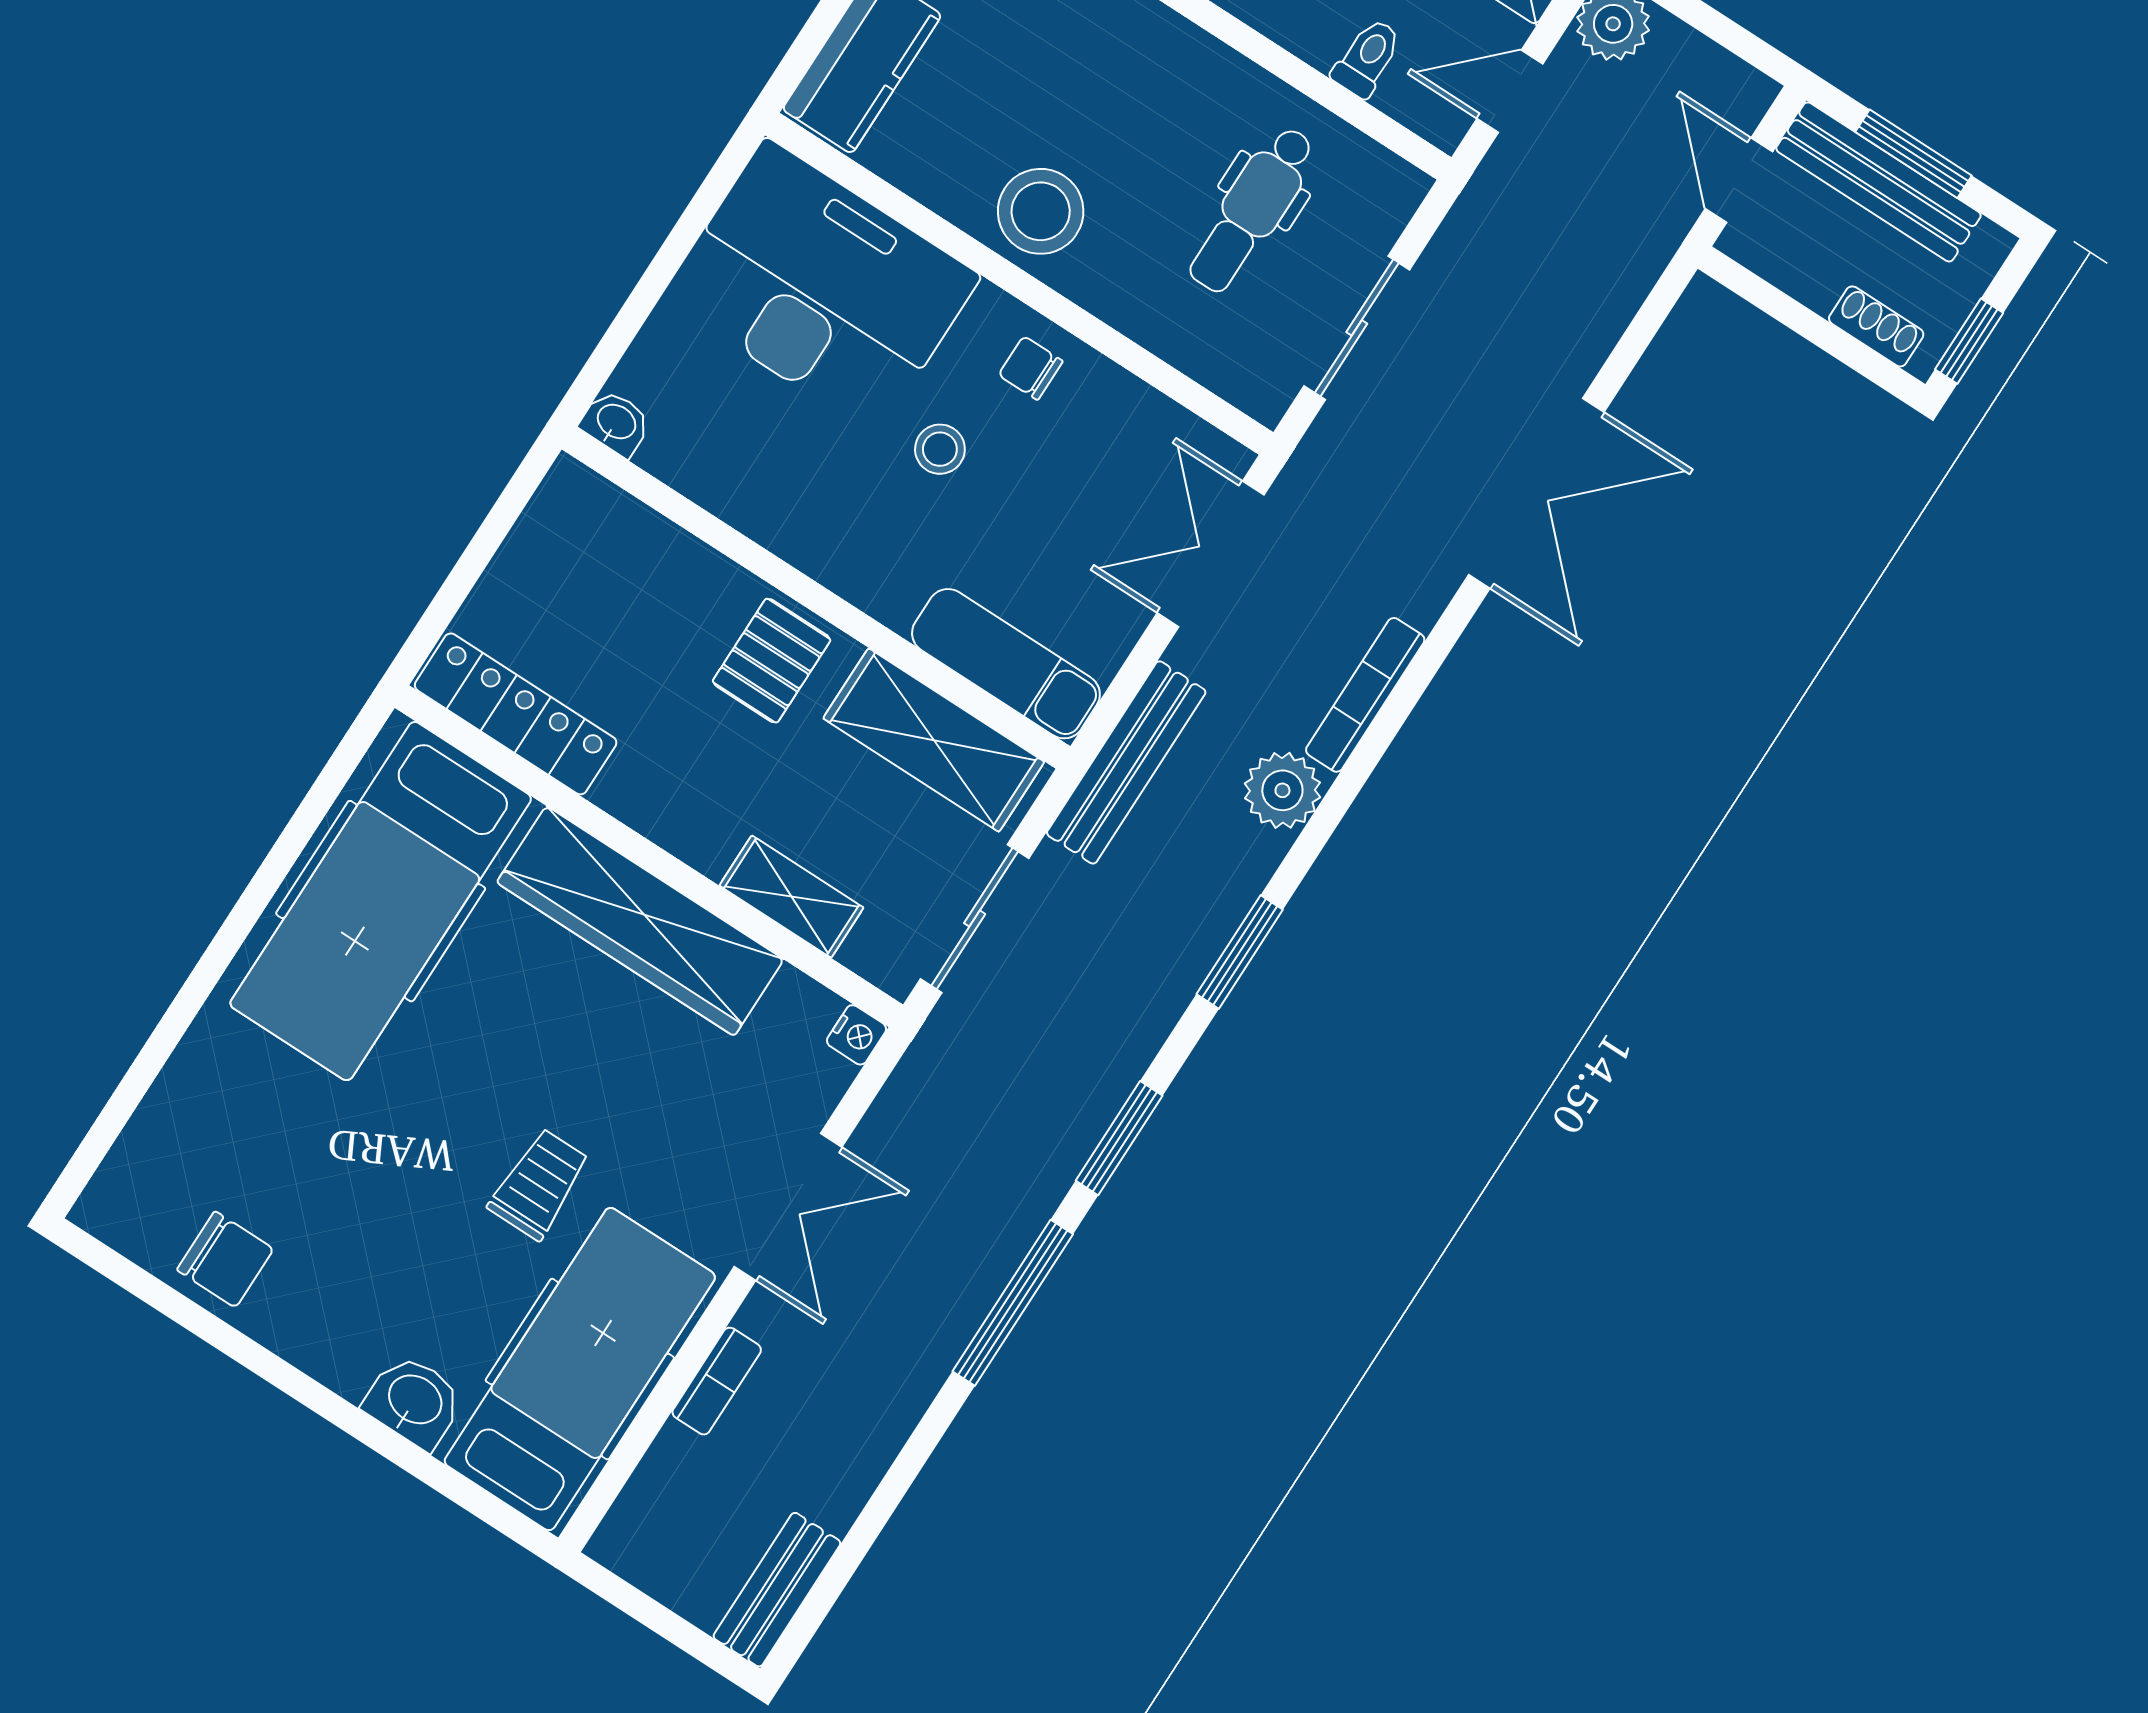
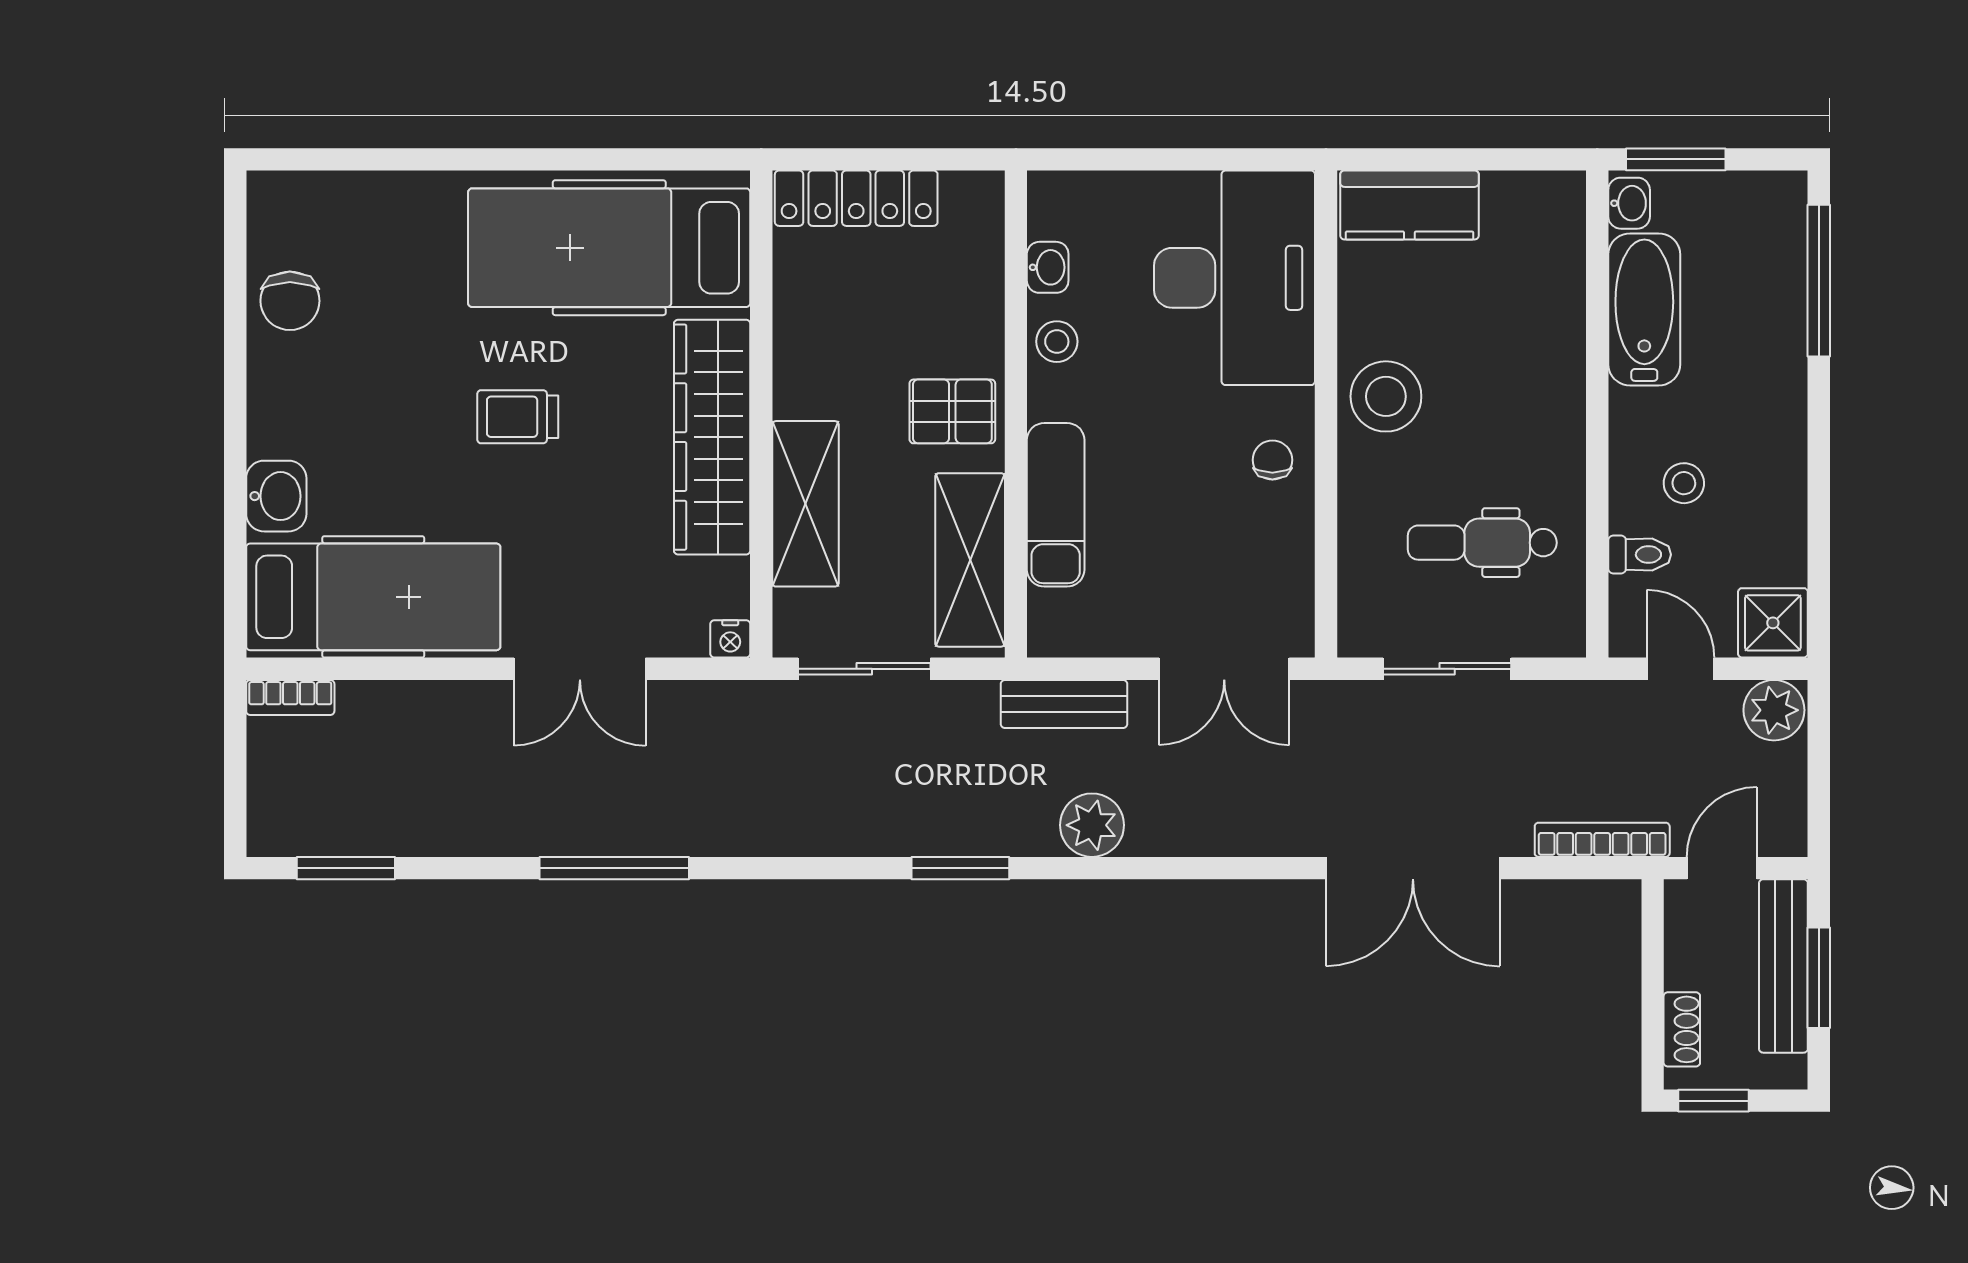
washbasin: (616, 423) -> (1048, 267), moved
stool: (940, 449) -> (1057, 342), moved
double door: (1211, 554) -> (1224, 669), swing flipped
exam couch: (1006, 664) -> (1056, 505), moved
bookcase: (1365, 695) -> (1602, 840), moved
locker: (516, 714) -> (856, 198), moved, turned 90
bench: (1126, 762) -> (1064, 704), width x0.73
shelving: (791, 897) -> (805, 504), width x1.50, depth x1.33
window: (1119, 1138) -> (346, 868), moved
trolley: (539, 1184) -> (518, 417), moved, turned 180
bookcase: (717, 1381) -> (290, 697), moved
bench: (777, 1590) -> (309, 833), removed

